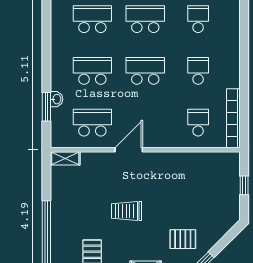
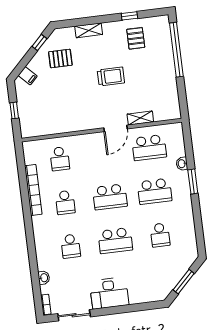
school desk: (92, 19) -> (160, 235), width x0.54
window: (46, 107) -> (193, 182), moved
bookcase: (233, 118) -> (33, 190), moved
shelving: (65, 158) -> (140, 118), moved
filing cabinet: (223, 224) -> (28, 76), added

